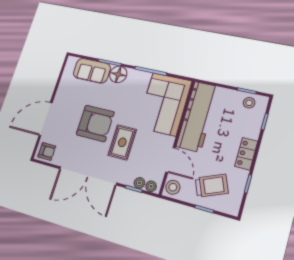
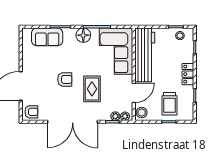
floor lamp: (118, 74) -> (83, 35), moved
armchair: (95, 123) -> (65, 79), width x0.53, depth x0.53
door: (170, 160) -> (134, 93), hinge flipped
trolley: (212, 186) -> (169, 104), turned 113

